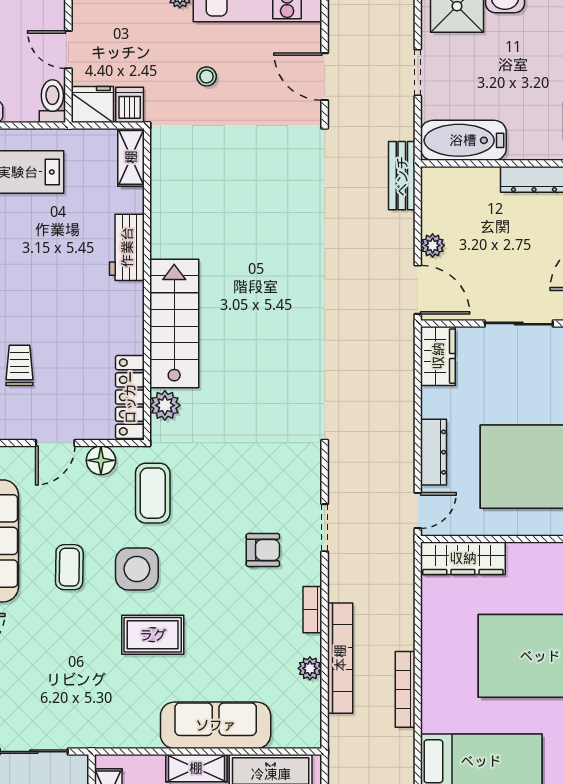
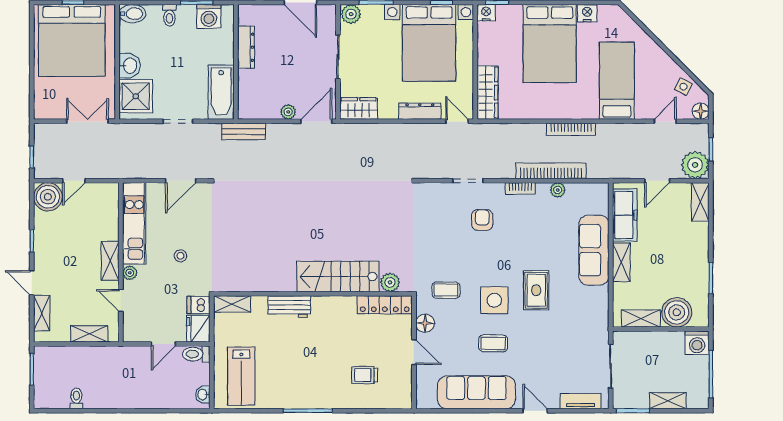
coffee table: (153, 493) -> (446, 290), width x0.73, depth x0.77

